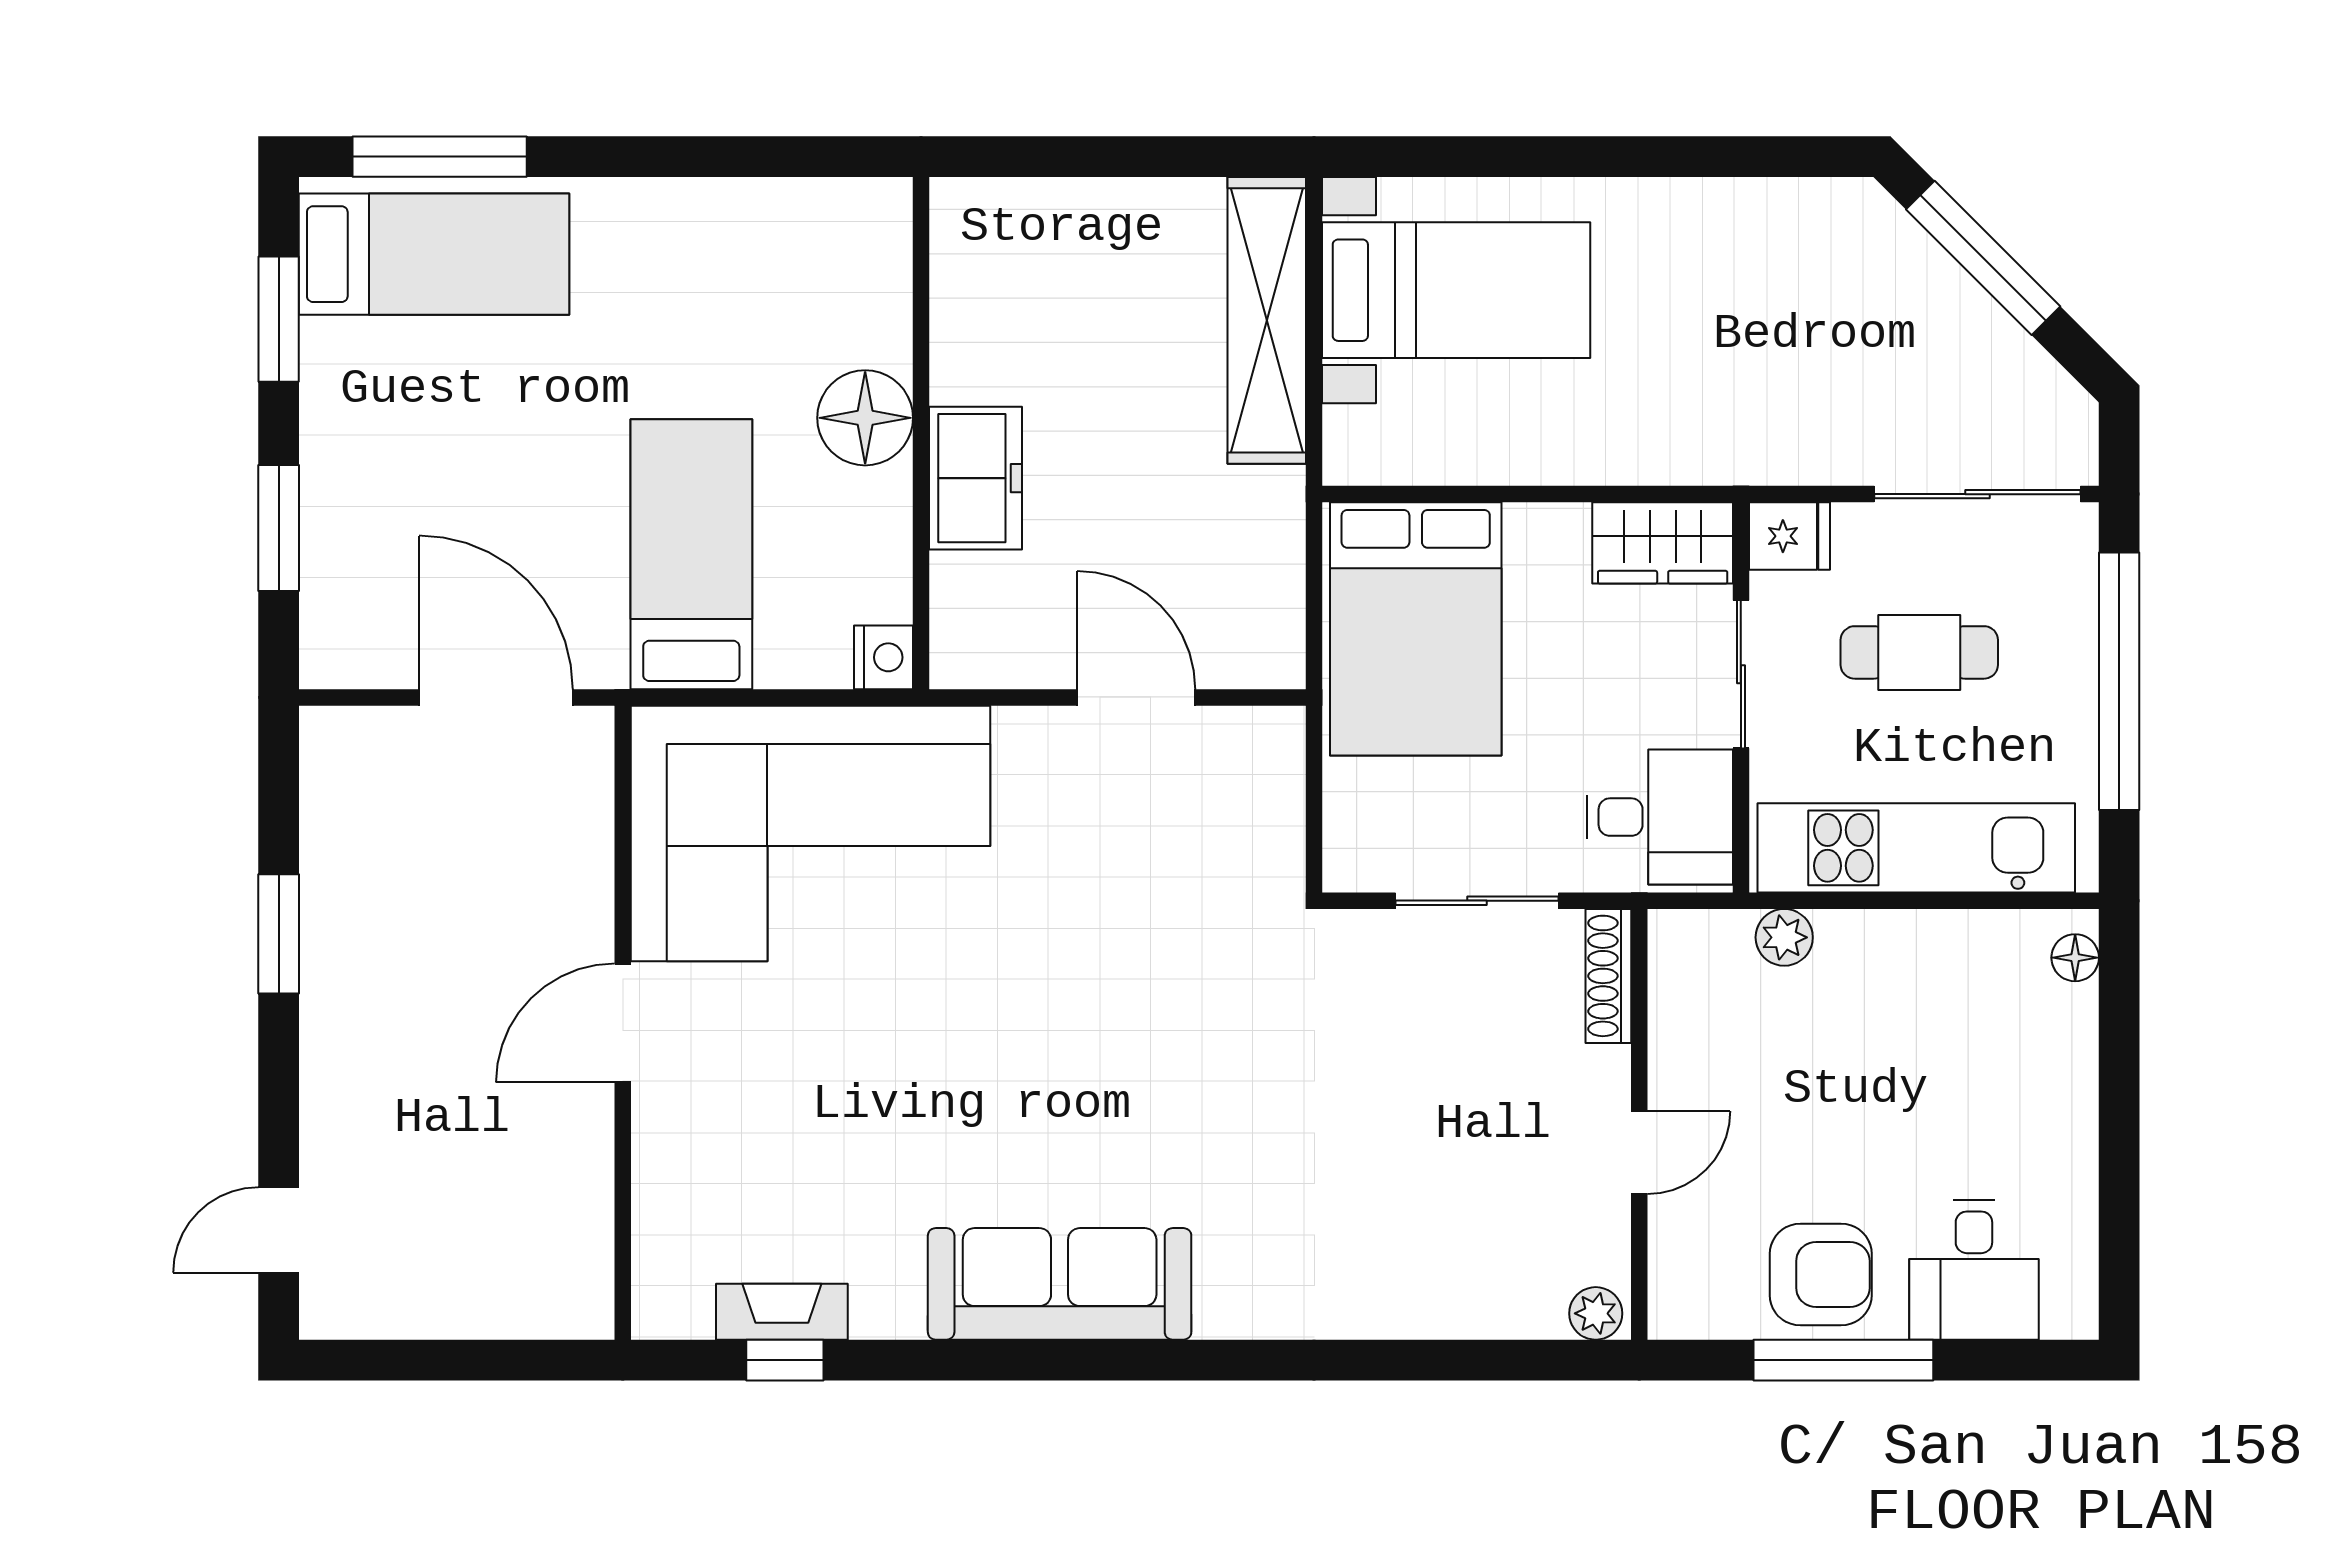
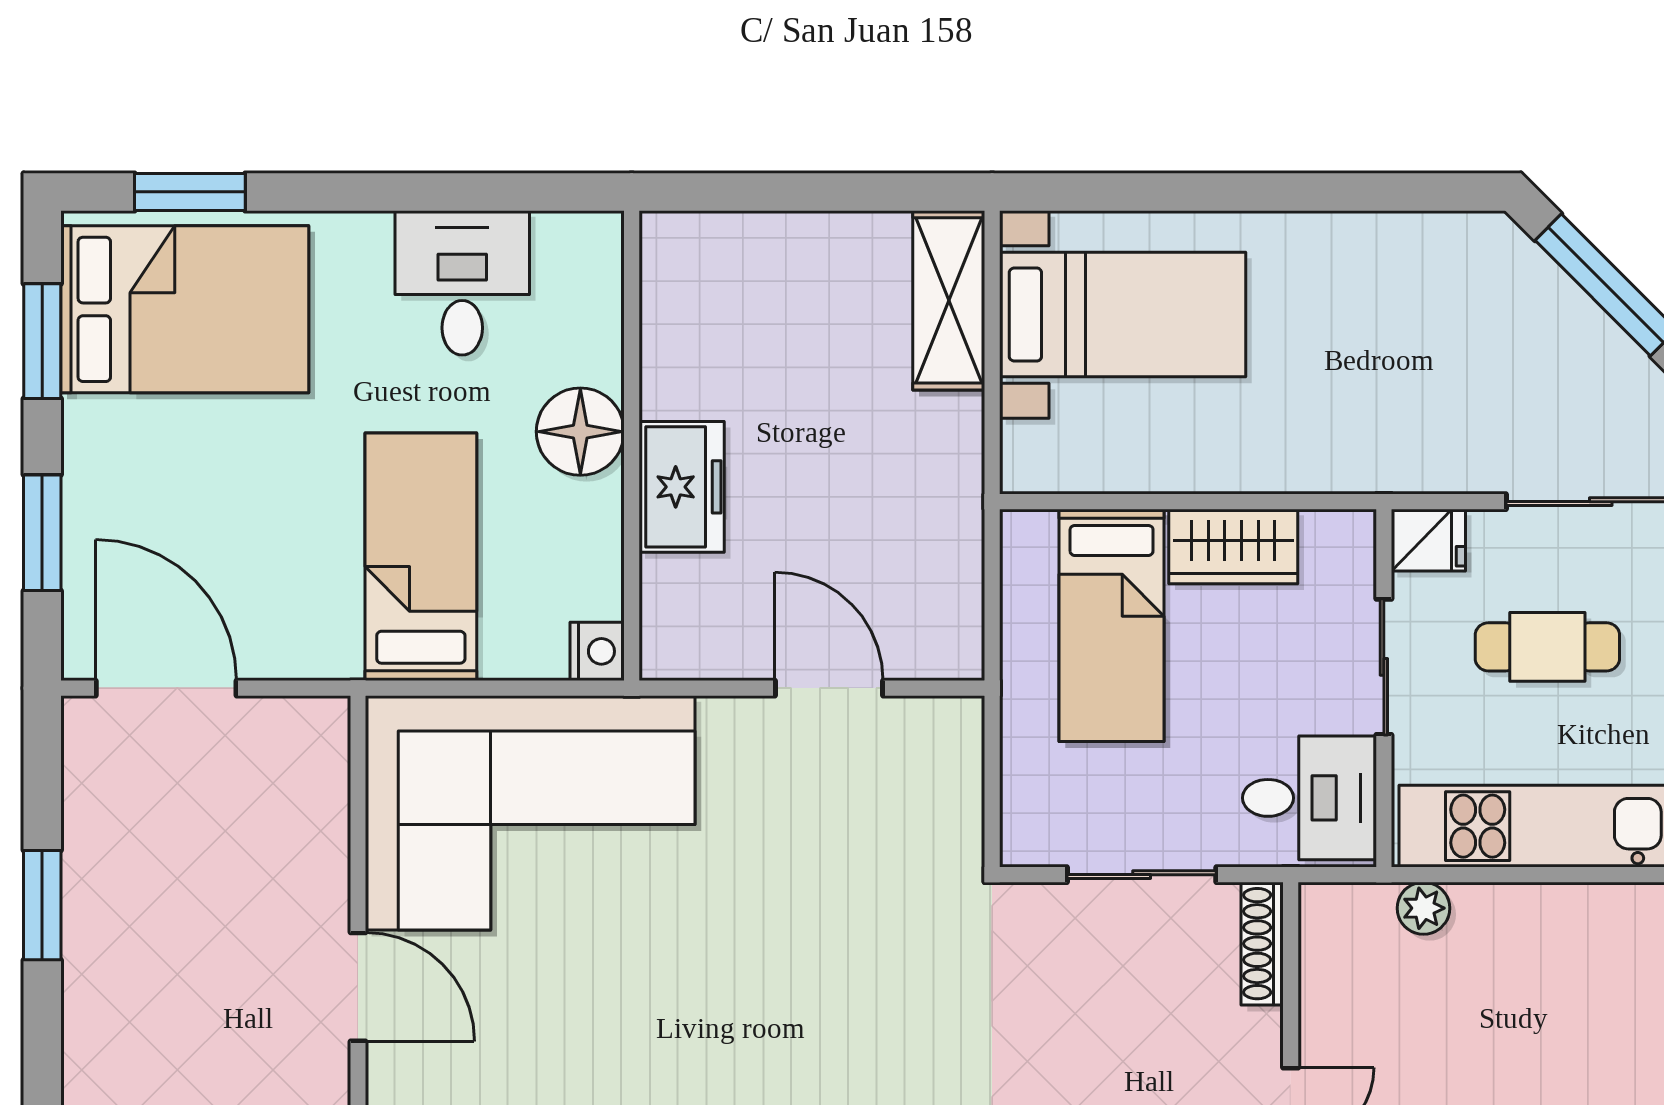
window: (440, 157) -> (190, 192), width x0.69
bed: (434, 254) -> (185, 309), width x1.50
desk: (736, 256) -> (462, 283), added
shelving: (1267, 320) -> (949, 300), width x0.68
wardrobe: (1663, 543) -> (1233, 546), moved
bed: (1416, 629) -> (1112, 625), width x0.67
door: (496, 697) -> (166, 688), moved
door: (623, 1023) -> (358, 987), swing flipped

